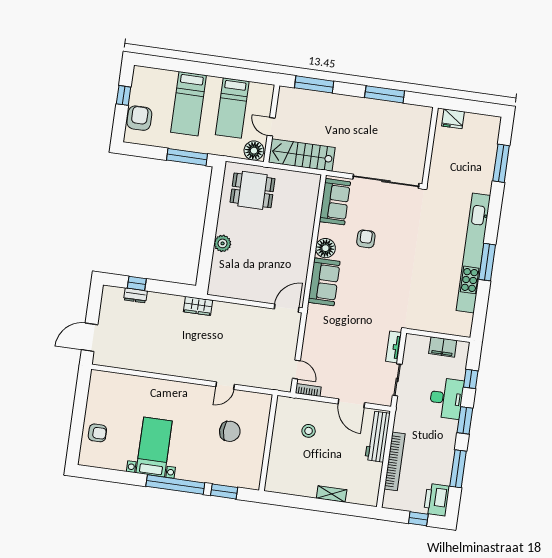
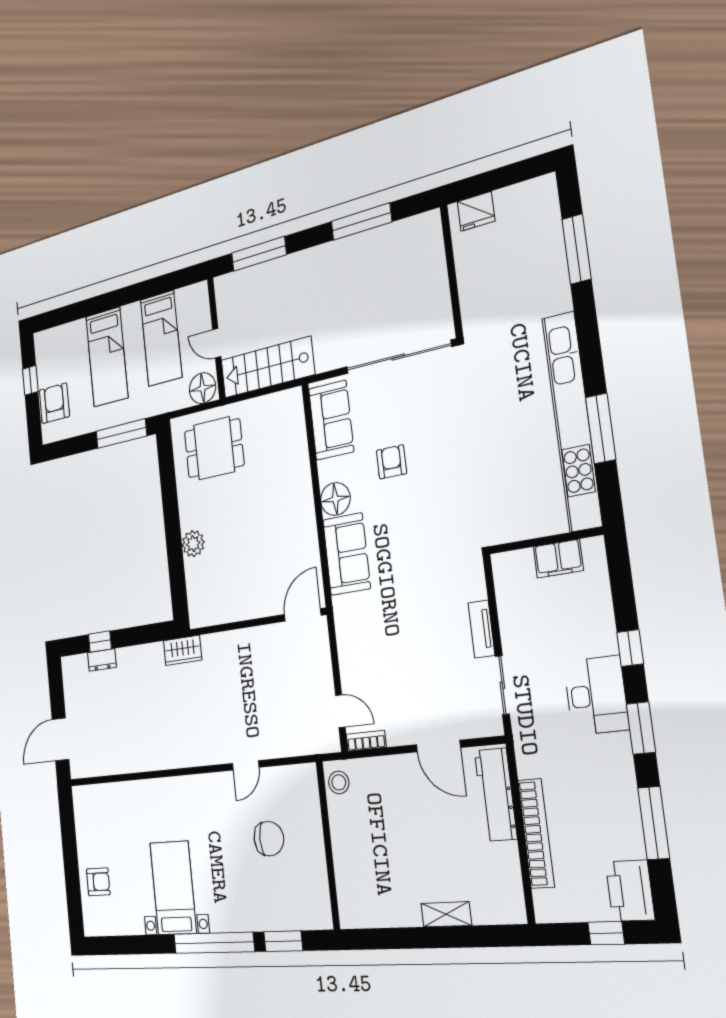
wall: (438, 335) -> (545, 541), moved
filing cabinet: (443, 347) -> (558, 559), moved
stool: (309, 431) -> (339, 782), moved

